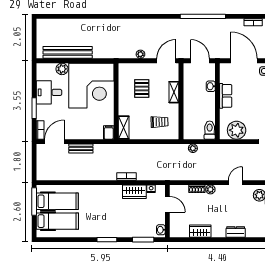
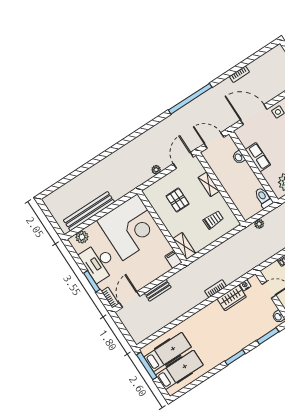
plant: (62, 69) -> (82, 237), moved
desk: (49, 92) -> (98, 262), width x1.37

